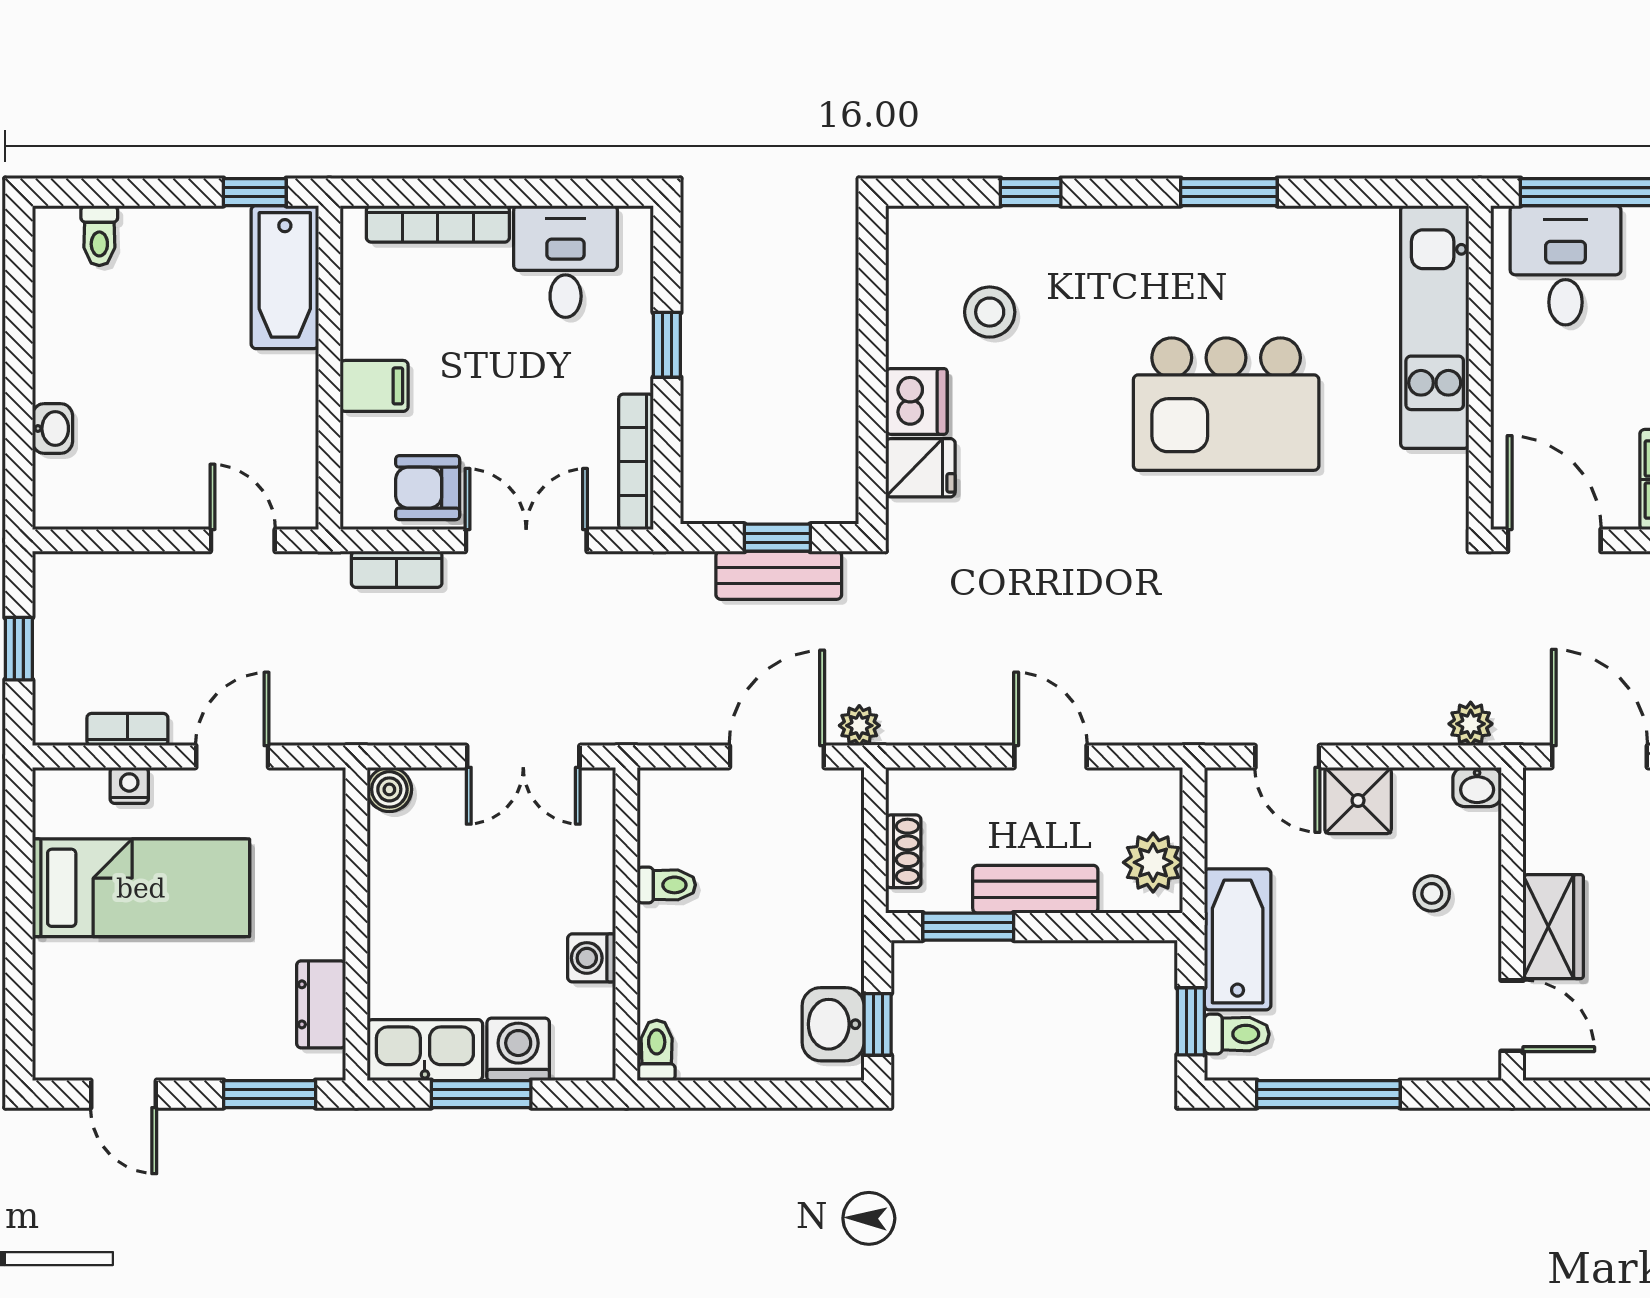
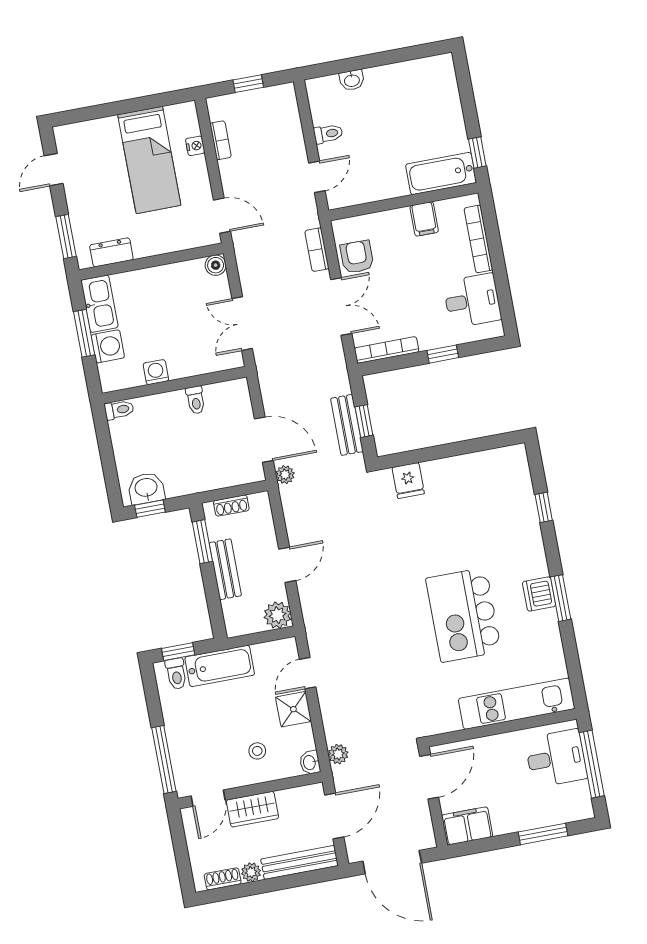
toilet: (99, 236) -> (328, 134), moved, turned 180
stool: (990, 312) -> (485, 499), removed
filing cabinet: (374, 386) -> (424, 219), moved
dishwasher: (916, 401) -> (539, 594), moved, turned 90
door: (232, 756) -> (222, 216), moved
plant: (1153, 862) -> (278, 615), moved
window: (1328, 1094) -> (164, 760), moved

